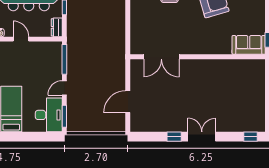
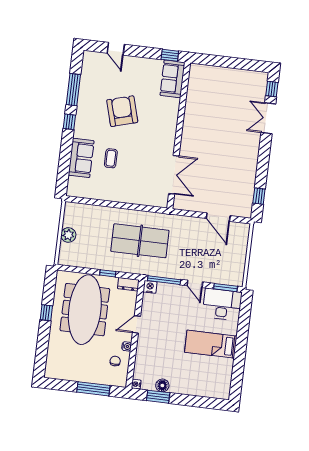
table tennis table: (98, 33) -> (140, 241), added
nightstand: (57, 47) -> (150, 287), added
window: (174, 137) -> (259, 196), moved
double door: (202, 137) -> (268, 118), moved

